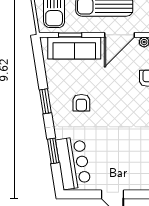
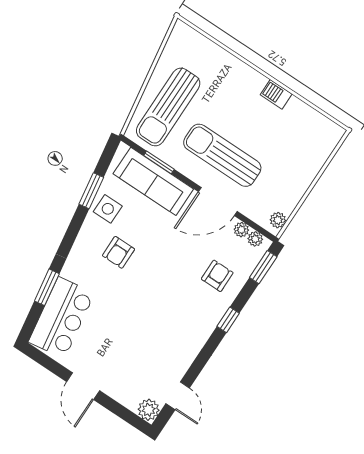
side table: (58, 82) -> (108, 209), added
window: (45, 101) -> (91, 191), moved

